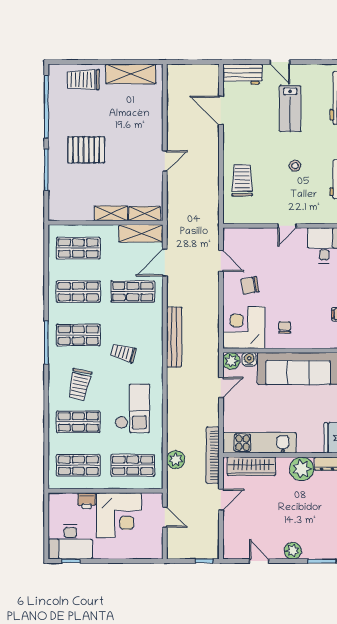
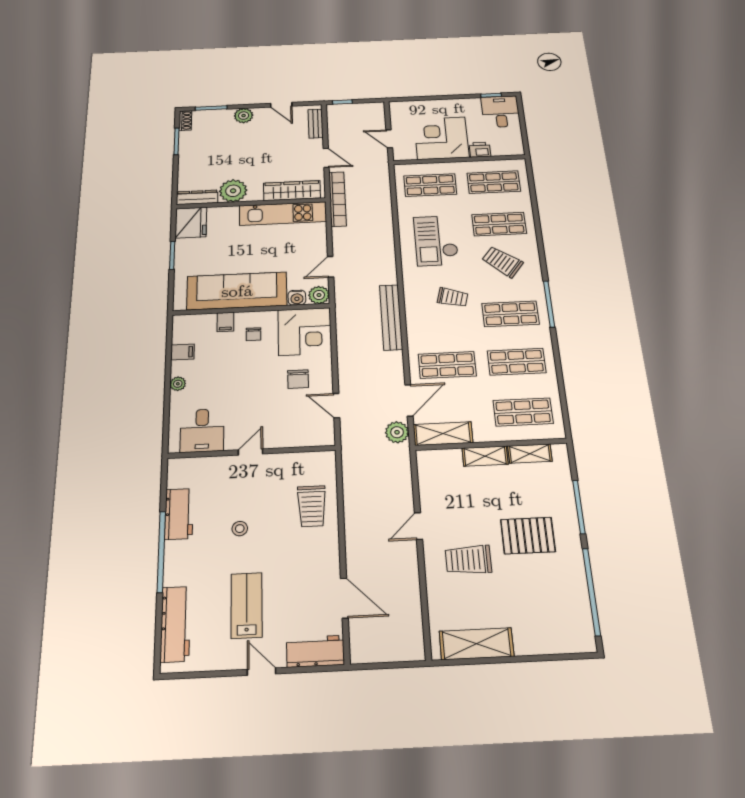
trolley: (83, 80) -> (468, 560), moved, turned 180
shelving: (145, 214) -> (530, 454), moved
chair: (250, 285) -> (298, 379), turned 100
filing cabinet: (307, 340) -> (225, 322), added
trolley: (80, 385) -> (502, 262), turned -64
plant: (176, 460) -> (397, 432), moved
door: (221, 499) -> (326, 158), swing flipped
bench: (229, 538) -> (316, 124), added
desk: (70, 542) -> (501, 112), width x0.73

